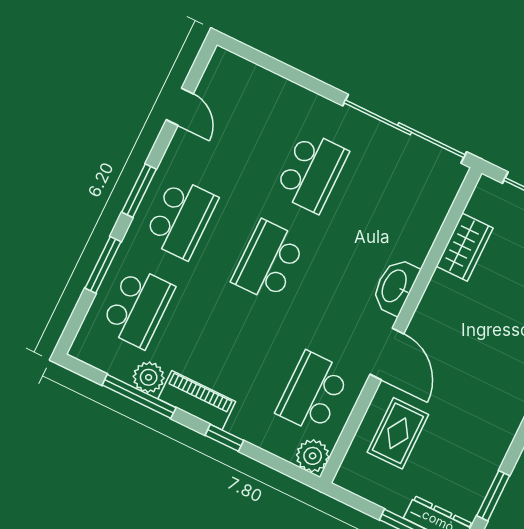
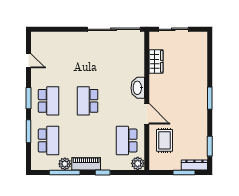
school desk: (312, 172) -> (88, 61), removed

